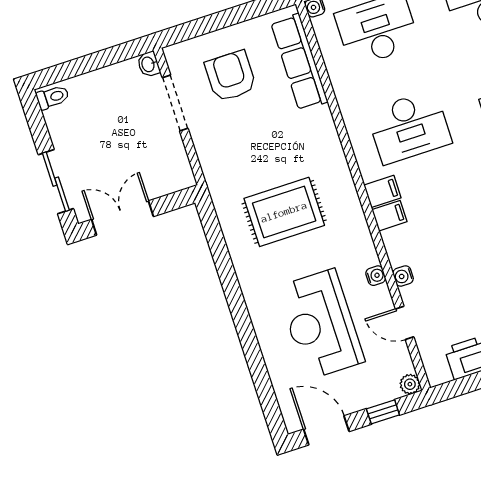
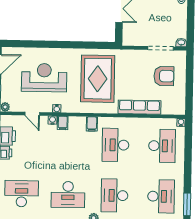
row of seats: (299, 62) -> (139, 107), moved
rug: (284, 212) -> (98, 79), width x1.37, depth x1.44
filing cabinet: (389, 216) -> (63, 123), moved
door: (405, 323) -> (32, 114), swing flipped

